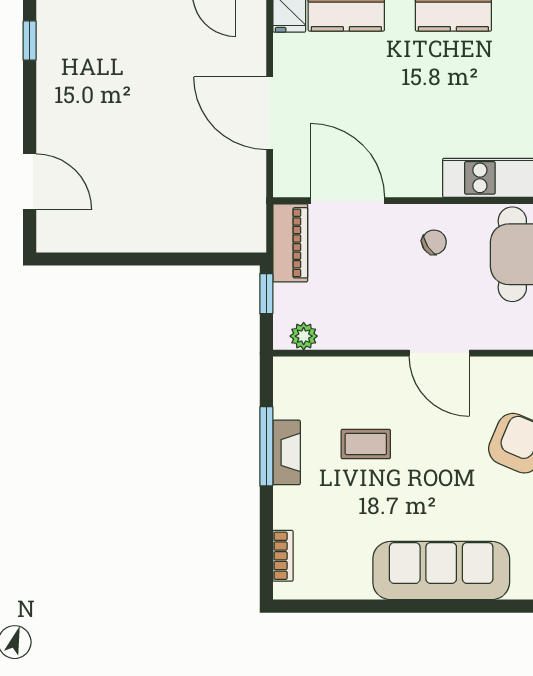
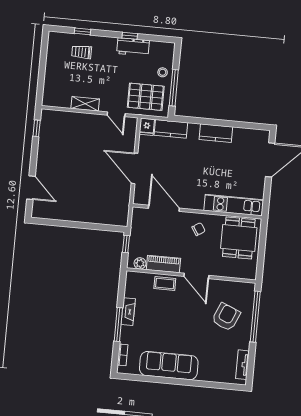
piano: (290, 243) -> (163, 264), moved, turned -90
coffee table: (366, 444) -> (165, 284), moved
window: (266, 446) -> (118, 325), moved
sofa: (441, 571) -> (169, 366), moved

